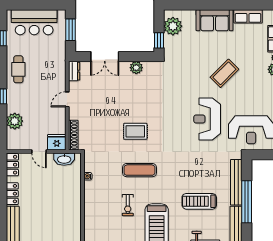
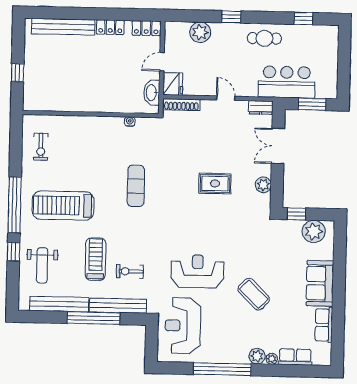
bar counter: (34, 22) -> (287, 82), moved, turned 90
rug: (135, 131) -> (215, 184), moved, turned 90
exercise bike: (128, 205) -> (130, 271), moved

